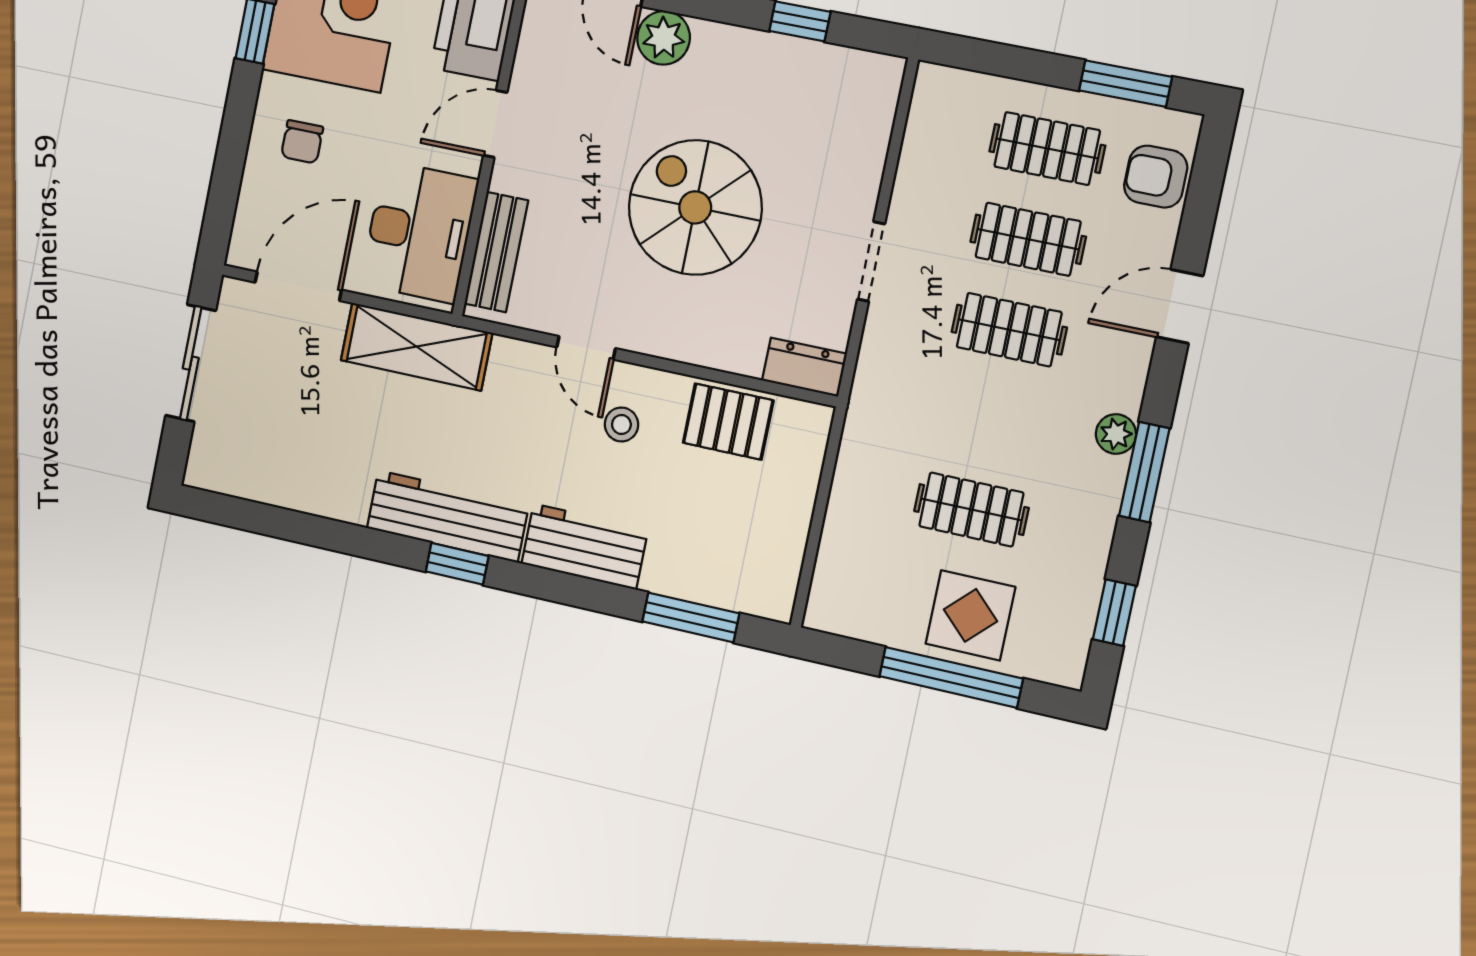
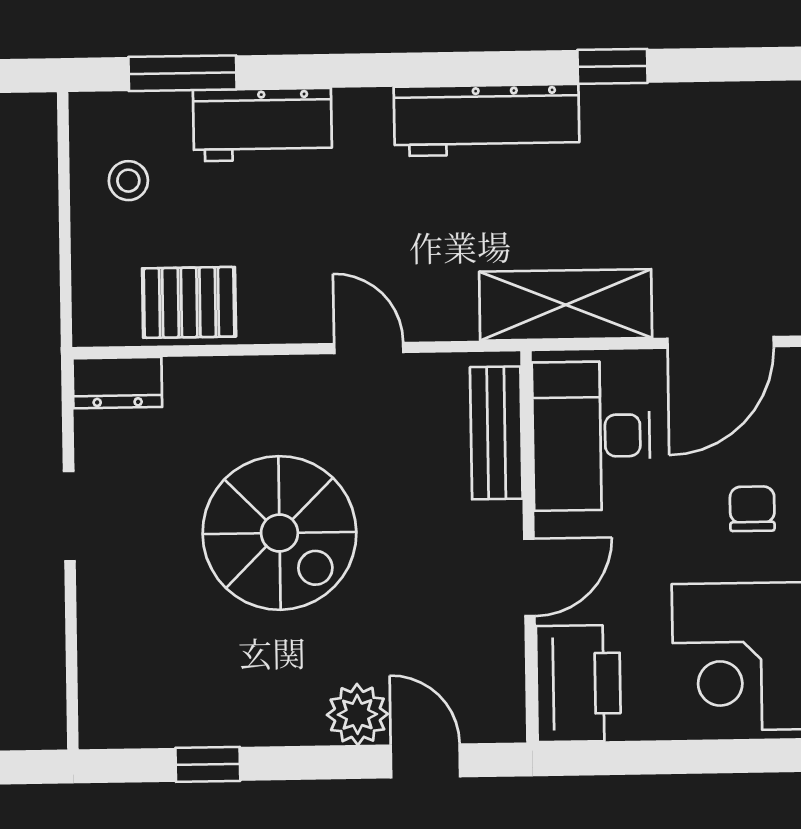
stool: (621, 424) -> (128, 181), moved
workbench: (585, 547) -> (262, 125), moved
window: (457, 564) -> (612, 66), moved

